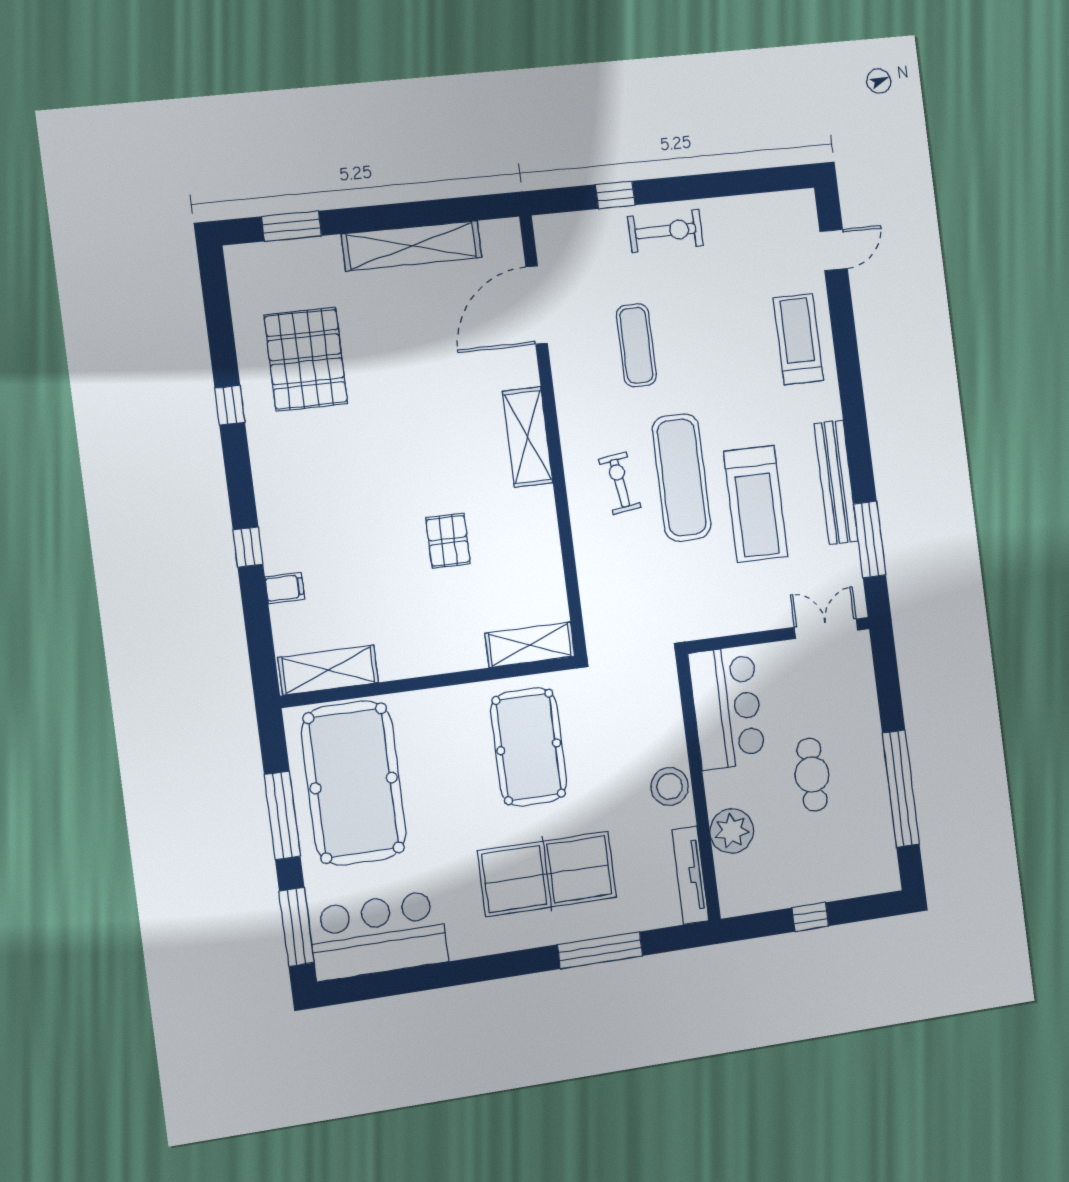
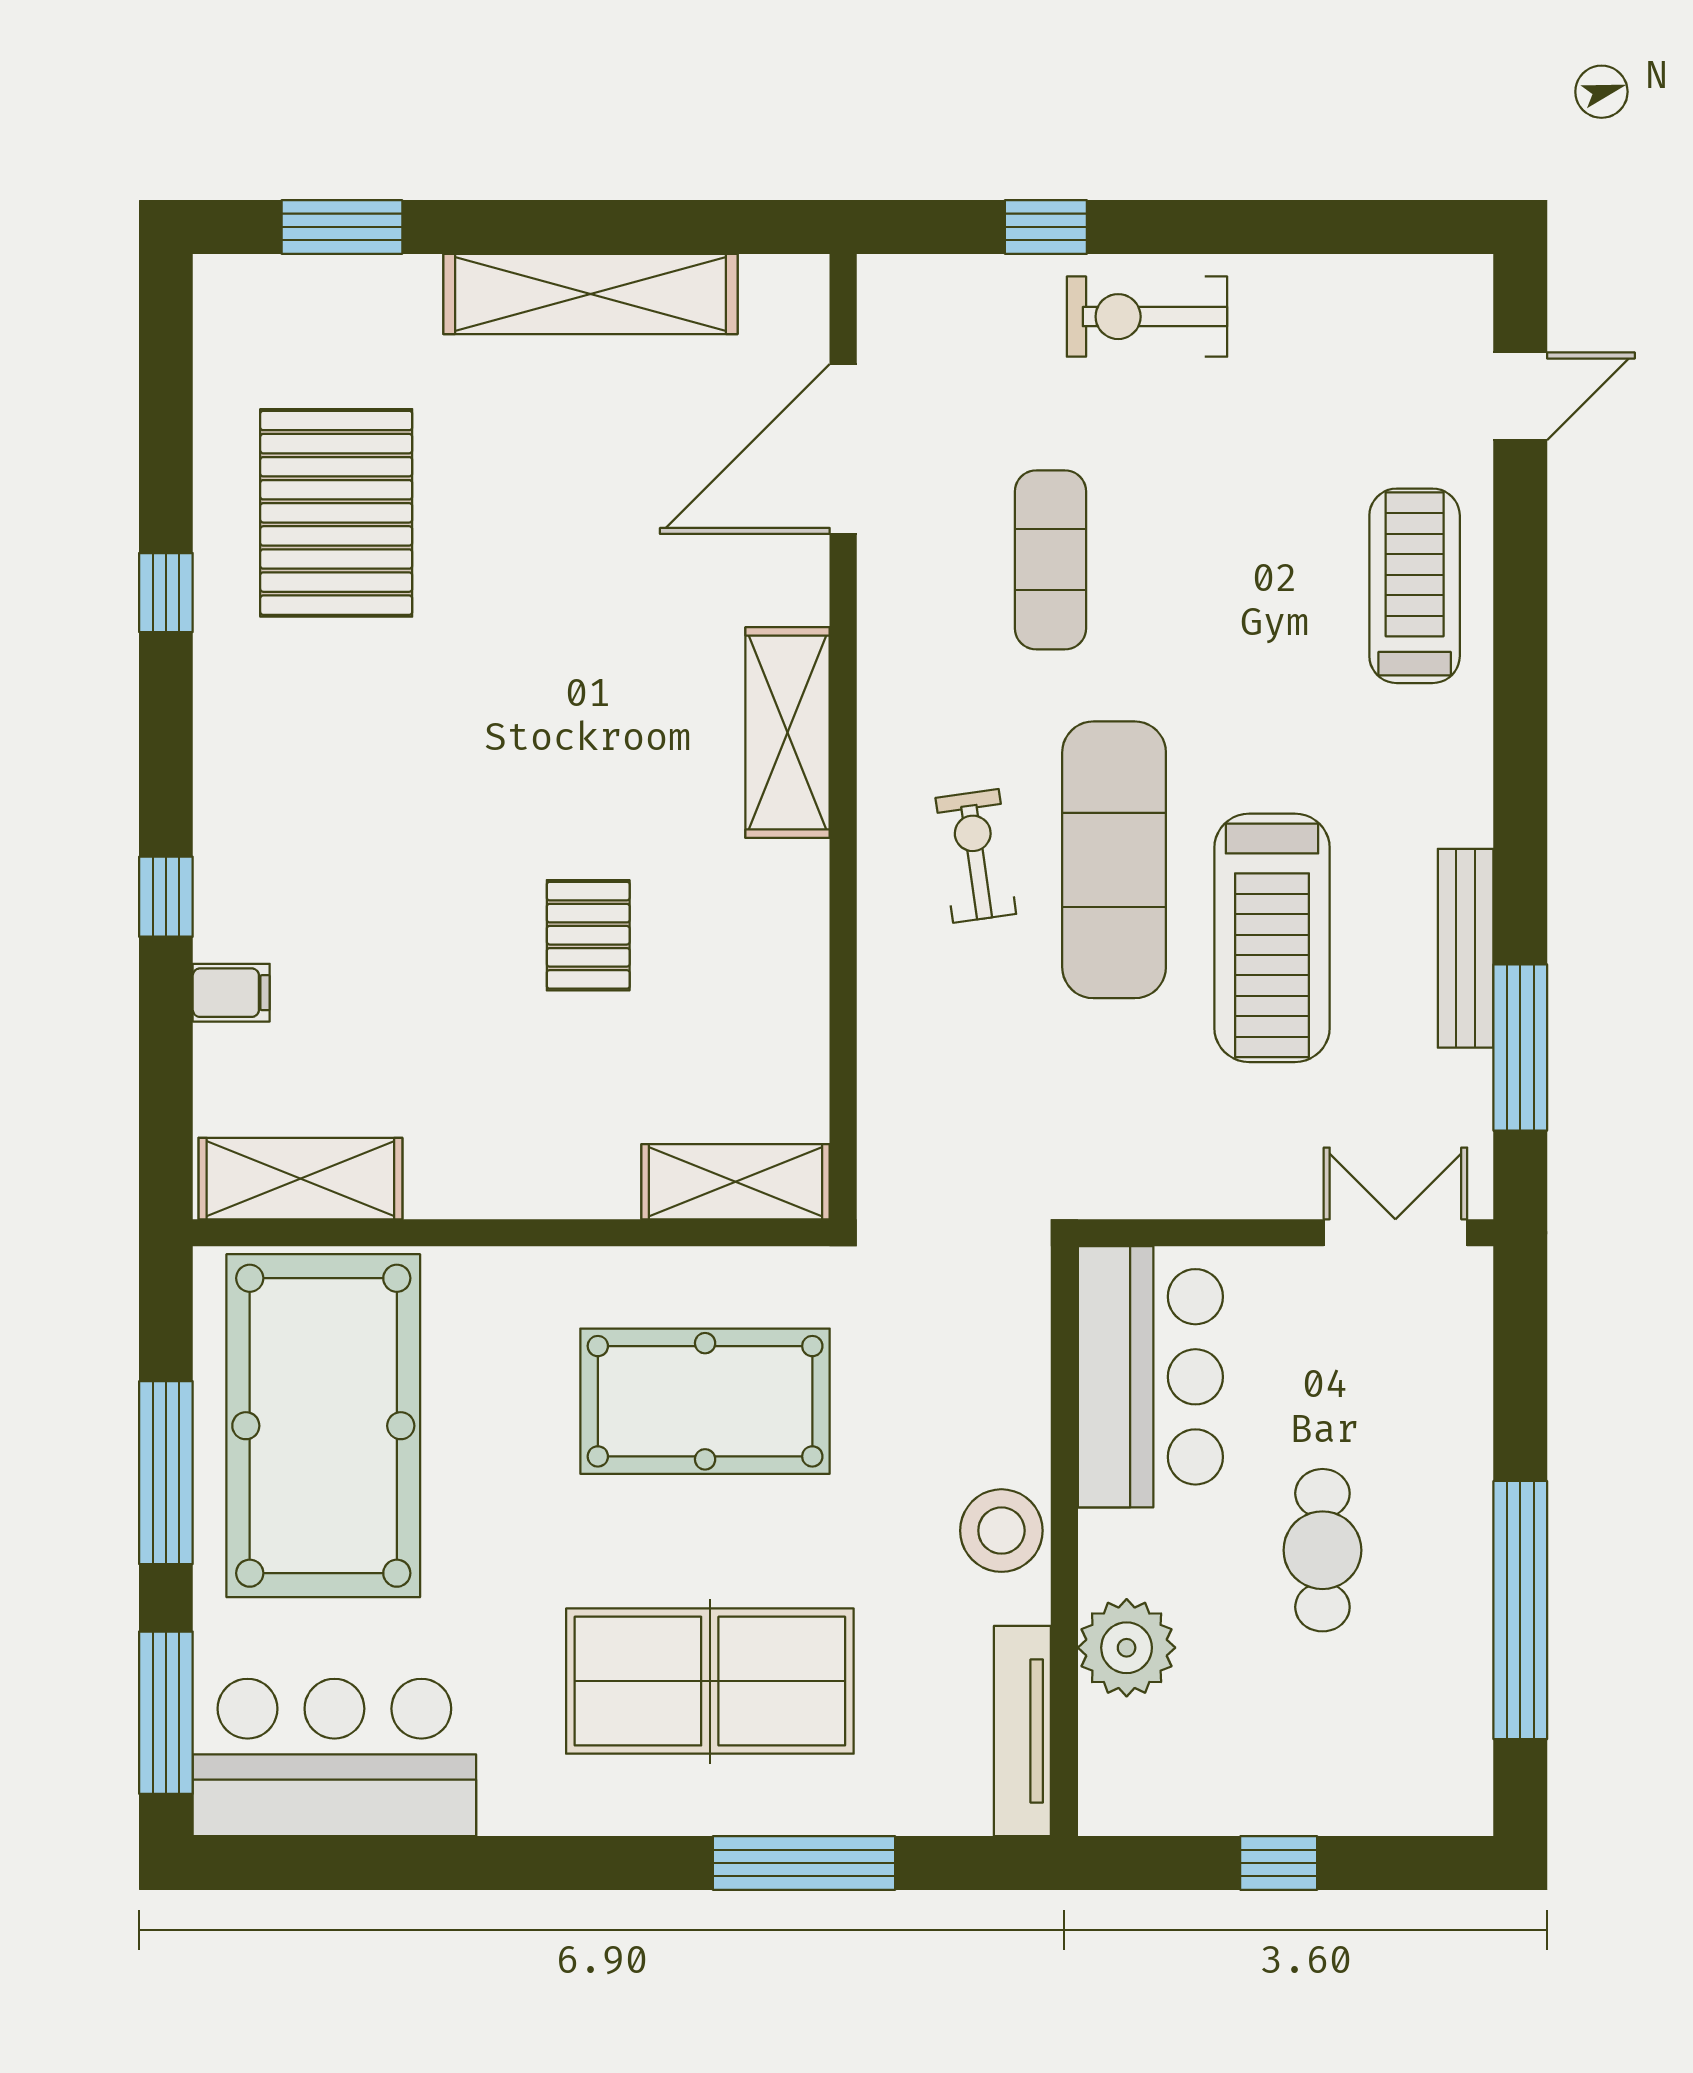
exercise bike: (666, 231) -> (1147, 317), turned 180
bench: (836, 482) -> (1466, 948), width x0.73, depth x0.82
pool table: (529, 747) -> (705, 1401), turned 90

